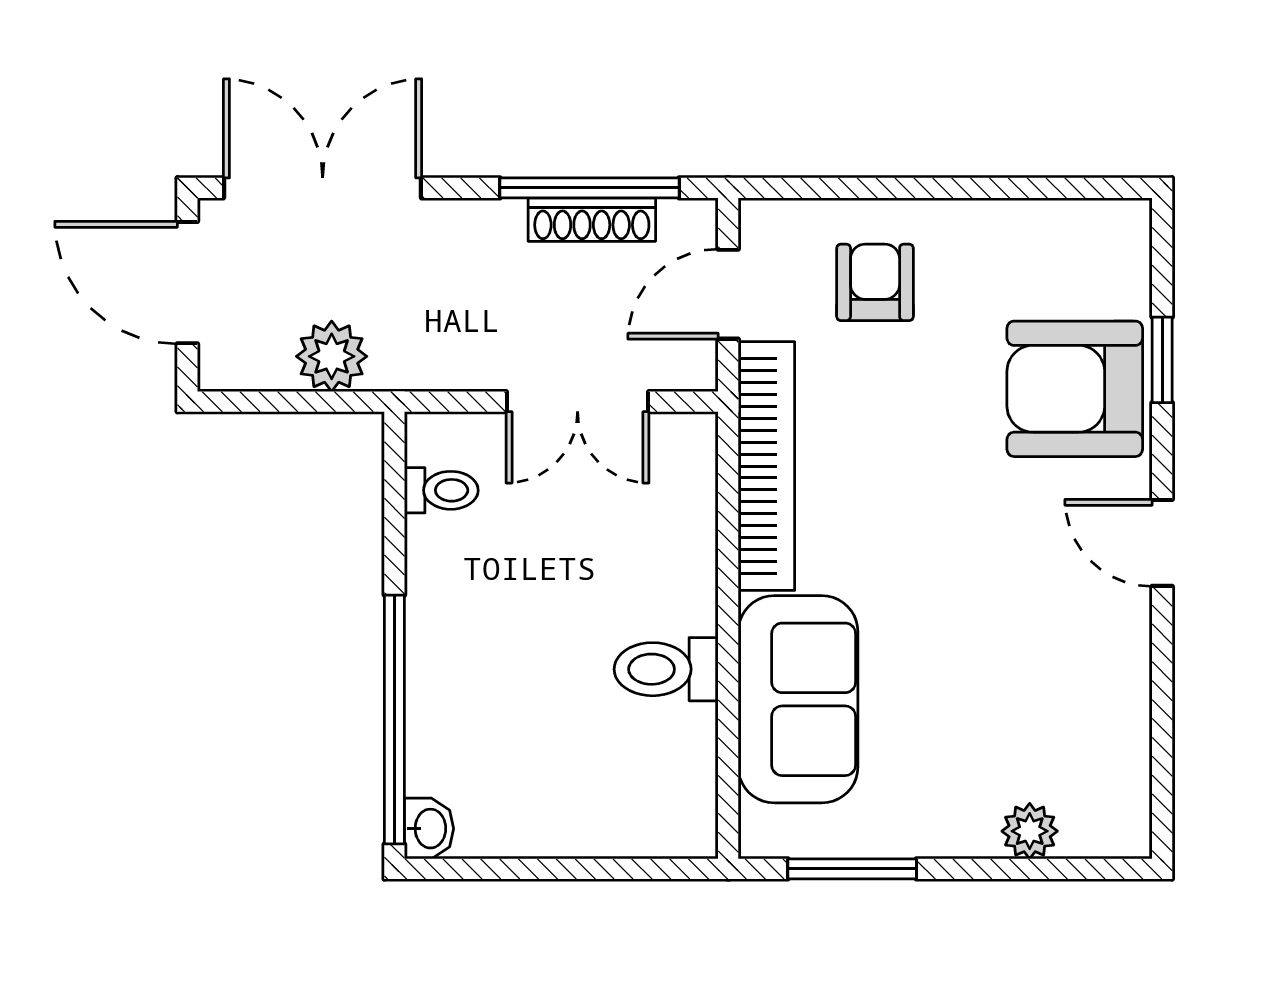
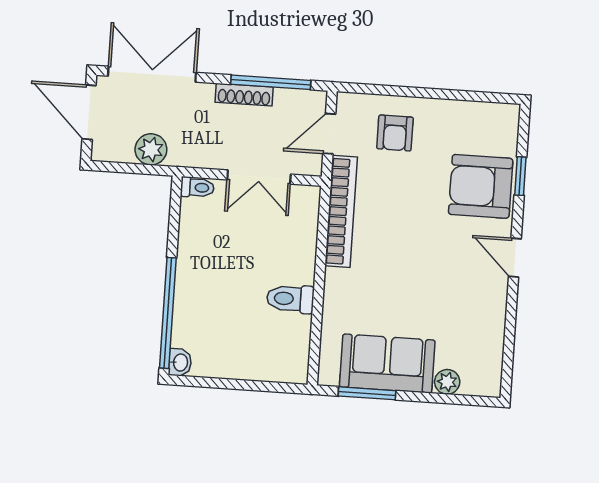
shoe rack: (592, 220) -> (244, 95), moved
armchair: (875, 282) -> (395, 133), turned 180
toilet: (441, 490) -> (197, 187), moved
sofa: (798, 699) -> (387, 363), moved, turned -90

